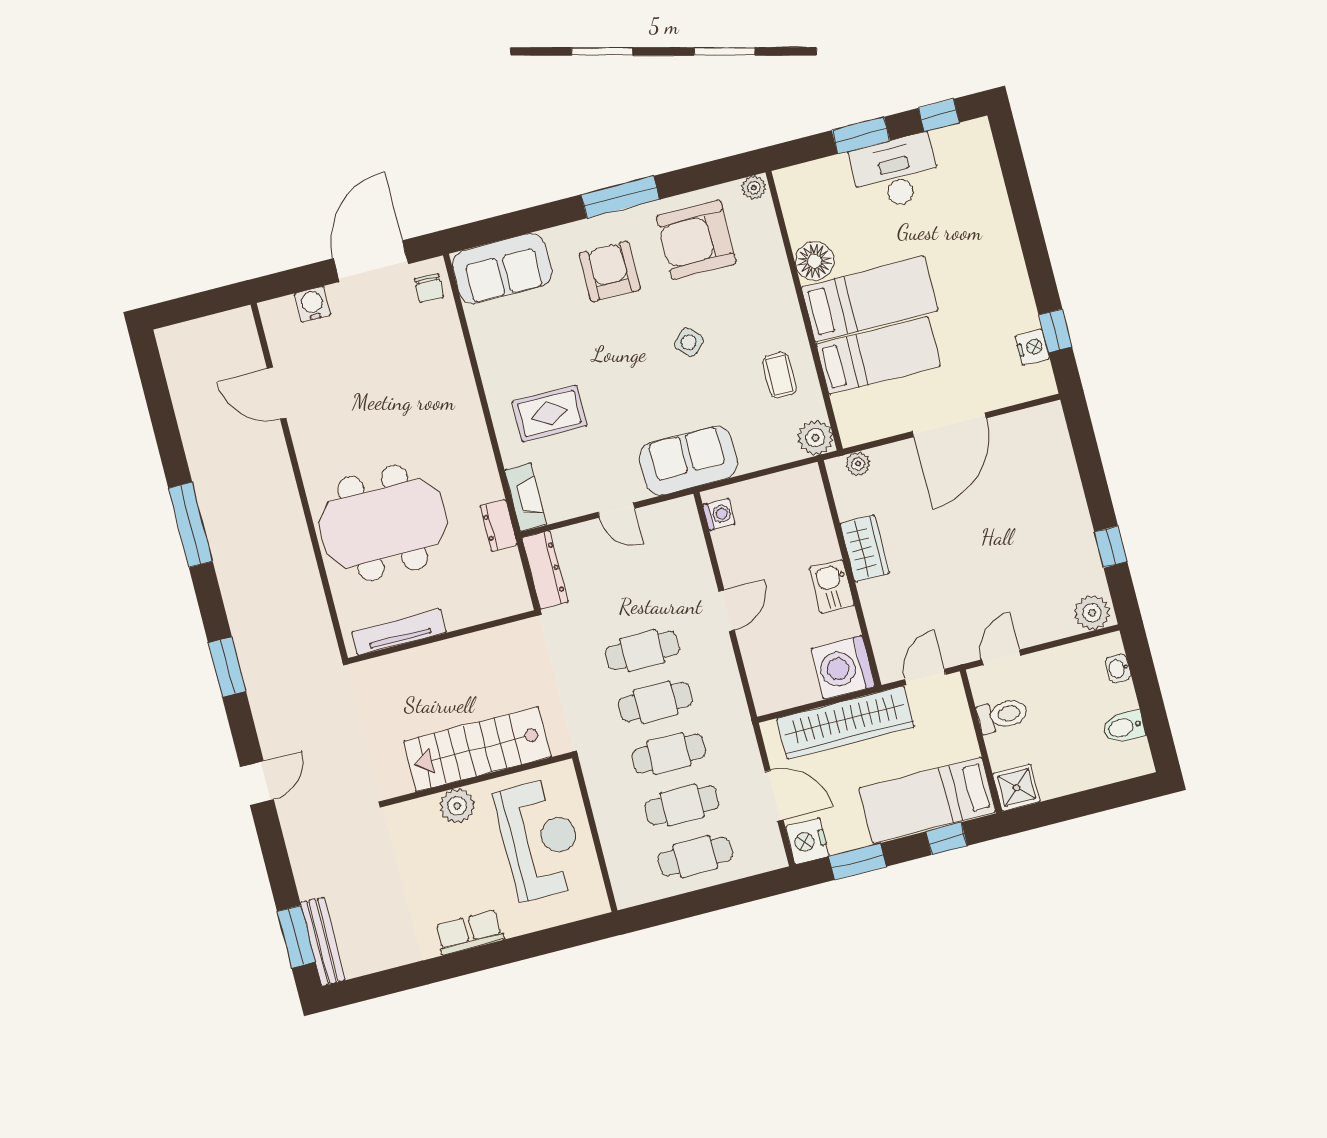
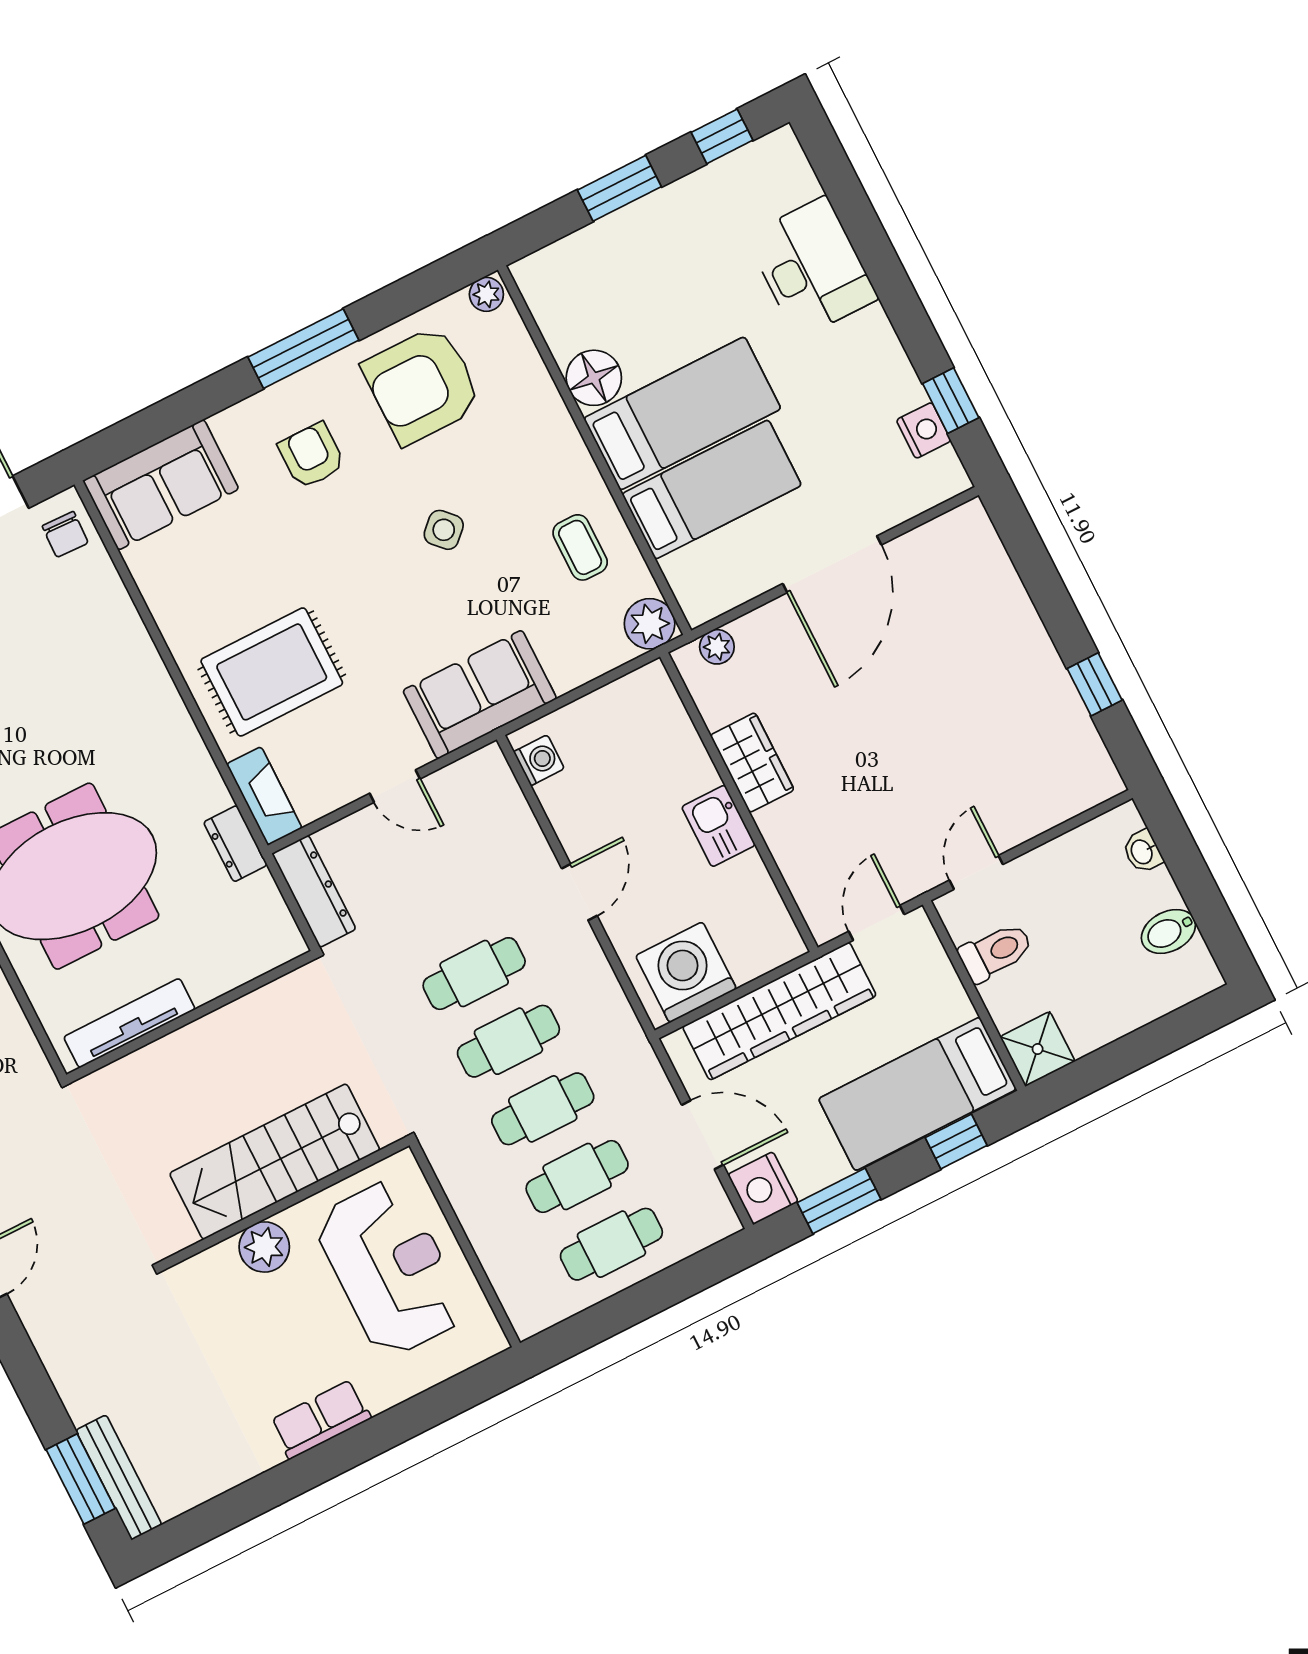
desk: (895, 172) -> (812, 267), moved, turned 90
armchair: (610, 271) -> (312, 456), width x0.72, depth x0.72
rug: (550, 413) -> (272, 672), width x1.36, depth x1.43
plant: (1092, 613) -> (1089, 782), removed
washing machine: (843, 667) -> (686, 972), moved, turned 90

